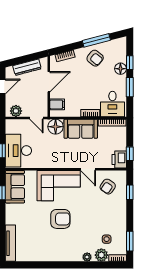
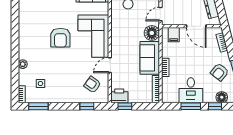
floor lamp: (120, 69) -> (222, 97), moved
desk: (112, 104) -> (191, 90), moved, turned -90
plant: (101, 255) -> (25, 78), removed

